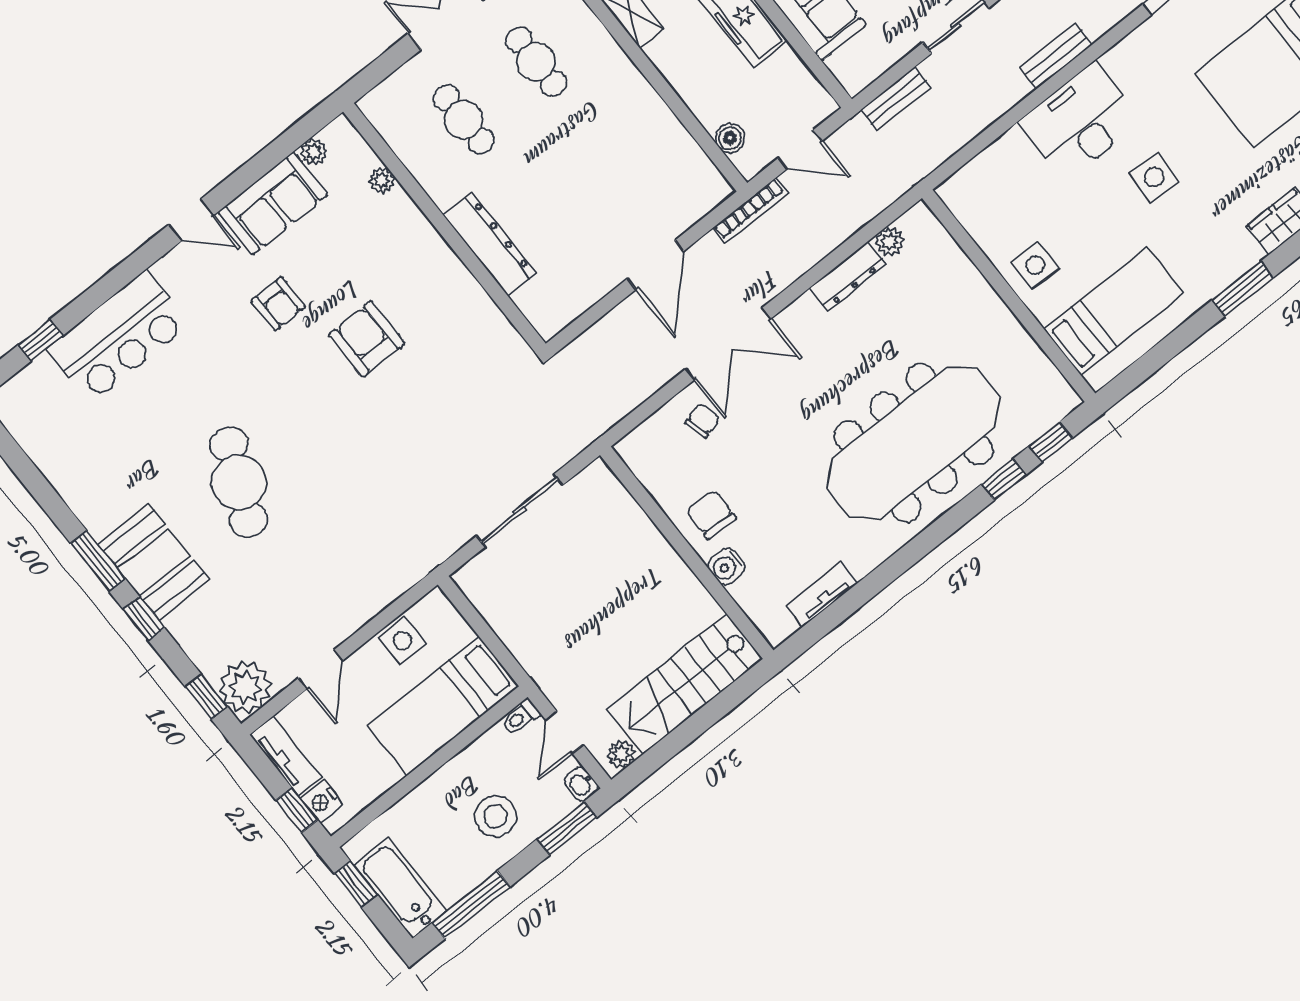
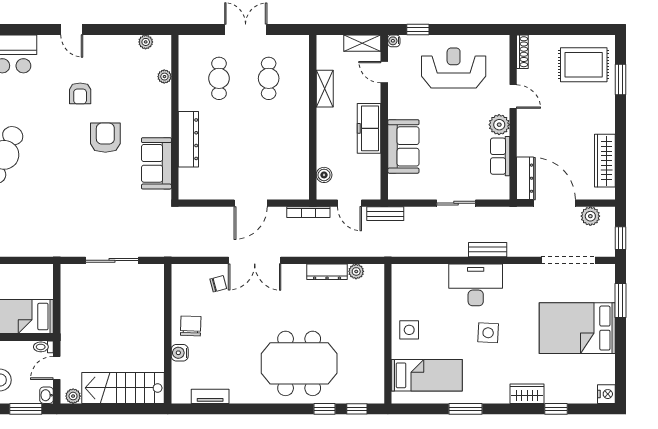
bench: (896, 99) -> (385, 214), moved
sofa: (273, 203) -> (156, 163), moved, turned 90
window: (1243, 289) -> (465, 409), moved
meeting table: (913, 443) -> (299, 363), width x0.73
side table: (402, 641) -> (20, 276), removed

